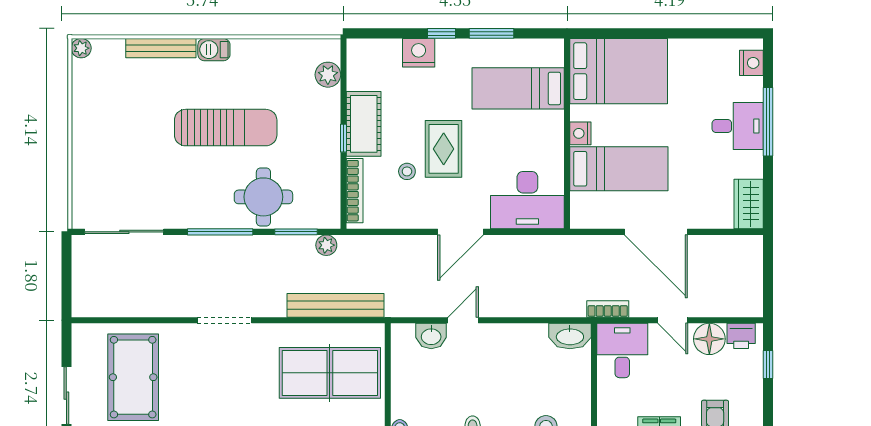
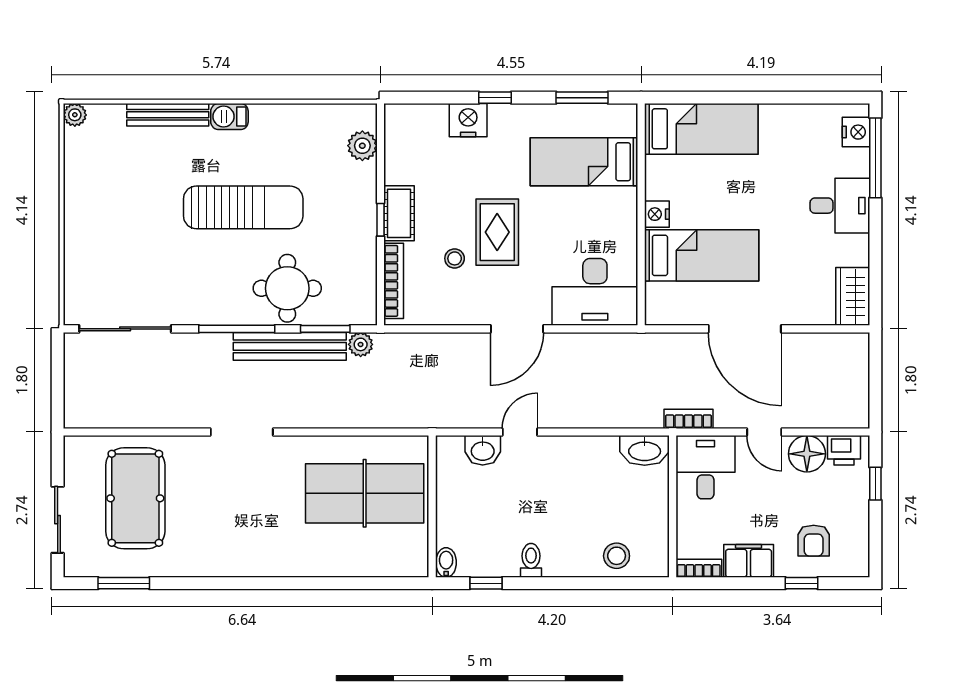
window: (492, 33) -> (582, 98), moved
bed: (619, 71) -> (701, 129), width x0.67
window: (768, 122) -> (875, 158), moved
cot: (364, 124) -> (399, 213), width x0.73, depth x0.75
bench: (335, 305) -> (290, 346), moved

